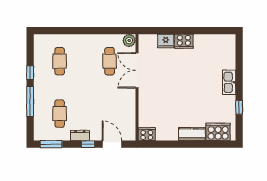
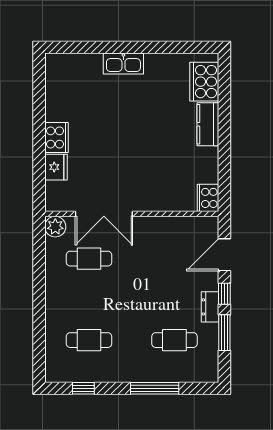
window: (30, 73) -> (83, 388), moved
window: (239, 107) -> (164, 47), removed
window: (51, 144) -> (224, 333), moved

